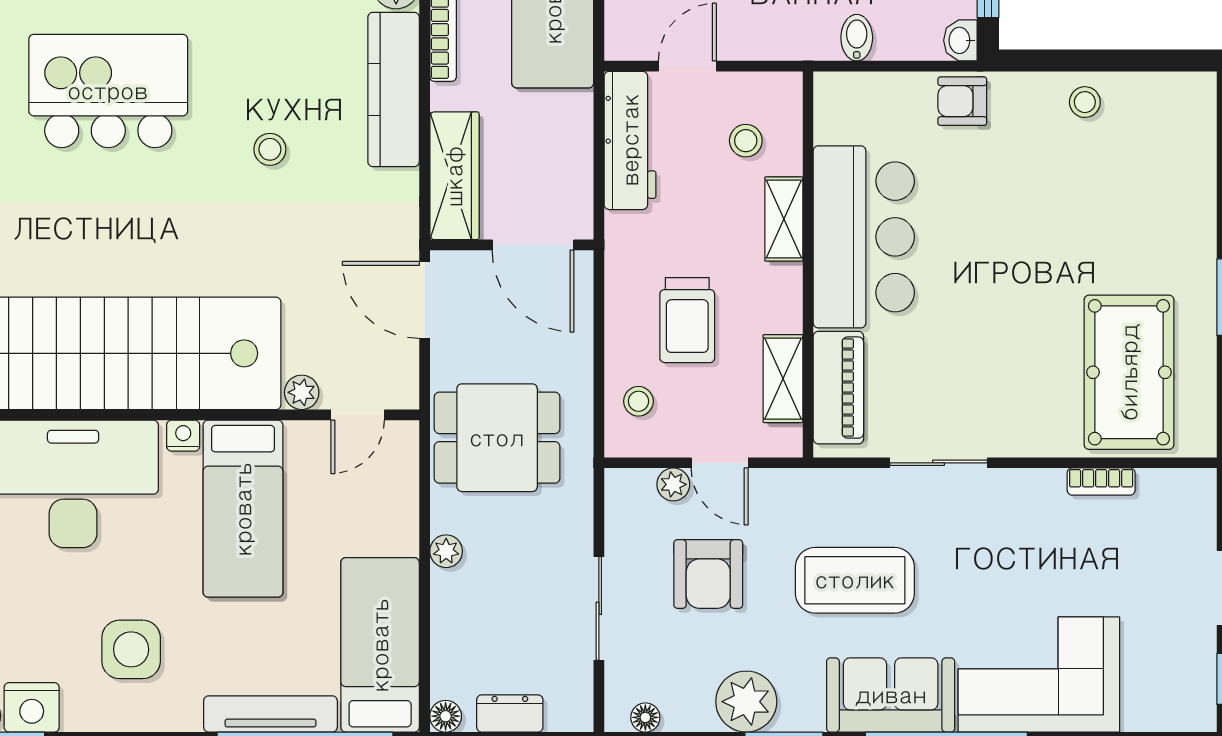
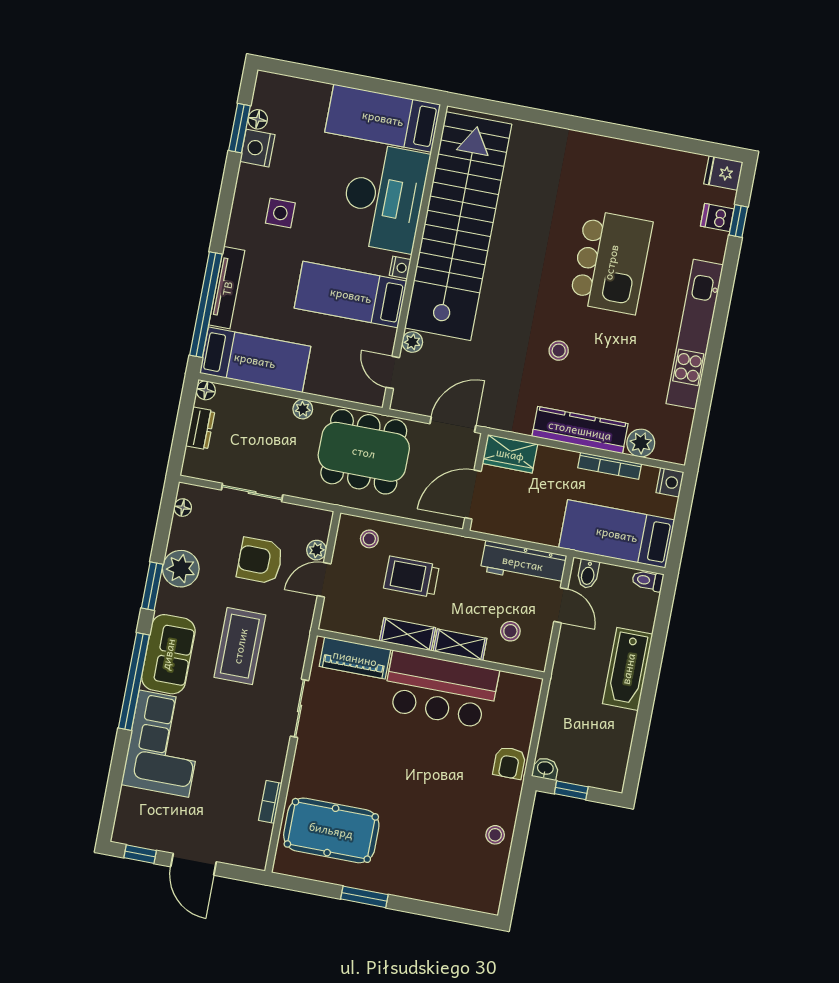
bidet: (857, 38) -> (588, 574), moved, turned 90
armchair: (962, 101) -> (509, 763), turned 180
wardrobe: (454, 176) -> (510, 454), width x0.67
shelving: (783, 379) -> (408, 634), moved
dining table: (497, 438) -> (364, 452), width x1.38
side table: (131, 649) -> (280, 213), width x0.73, depth x0.73

